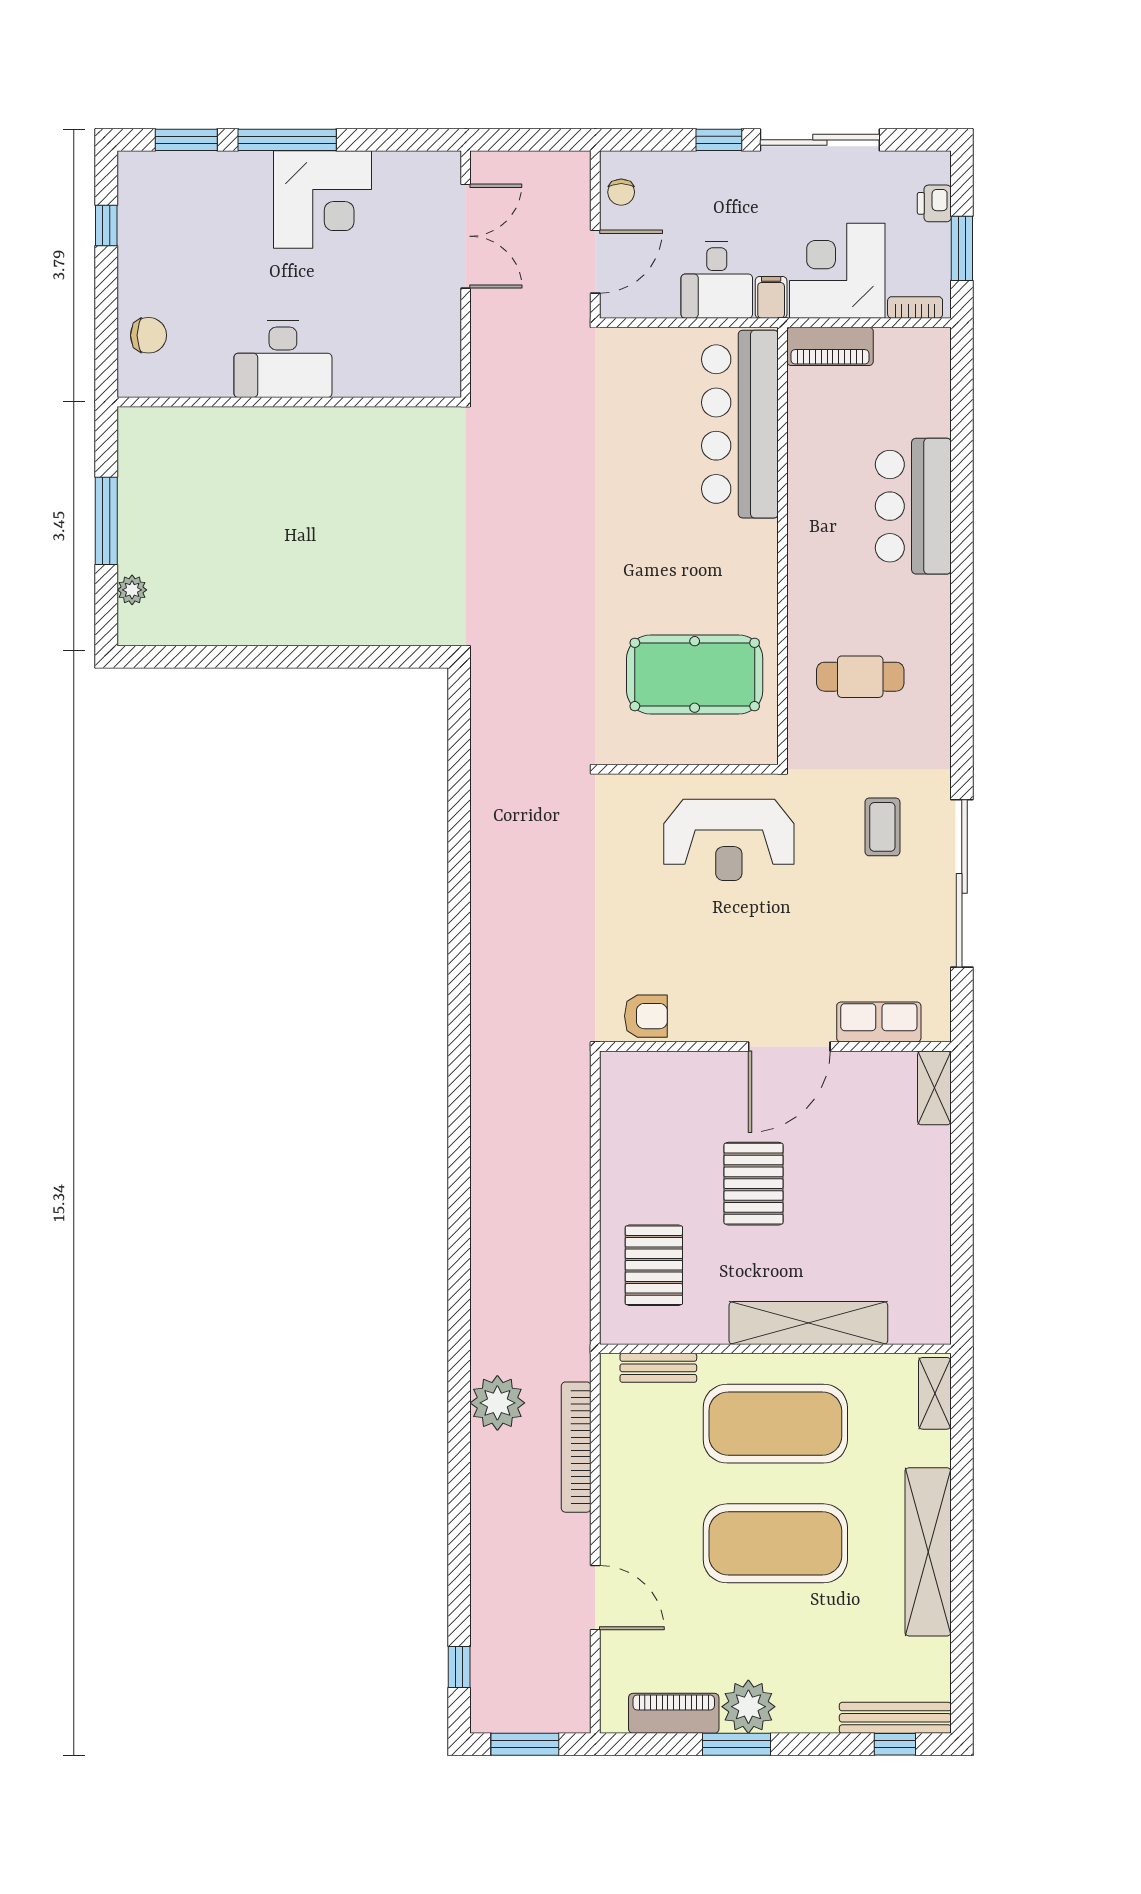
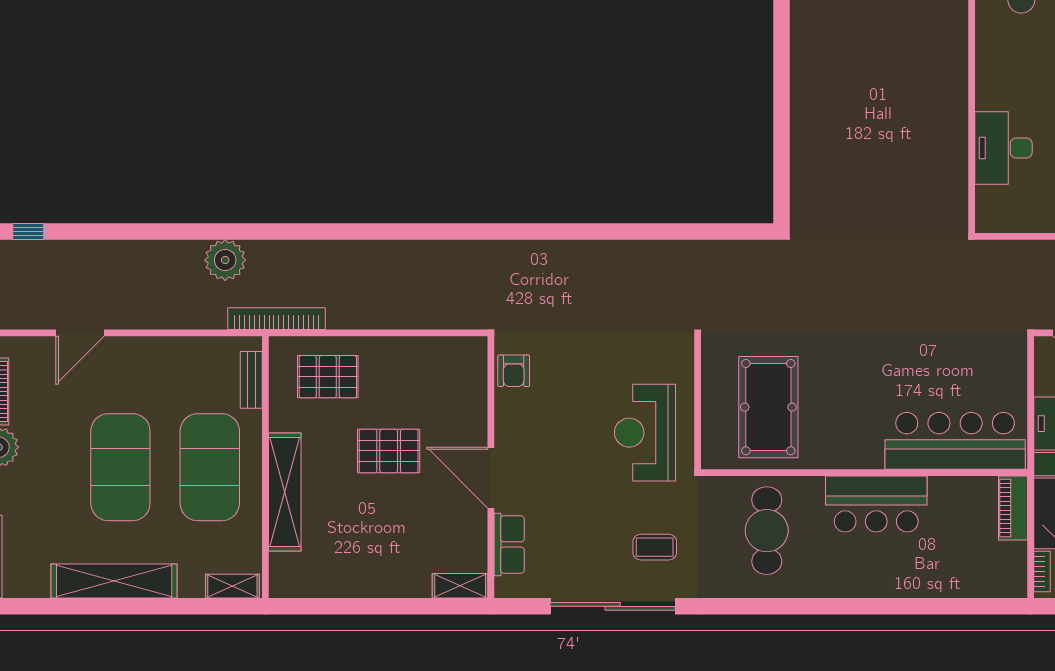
desk: (283, 359) -> (1003, 148), moved
bar counter: (913, 506) -> (876, 504), moved, turned 180
cafe table: (860, 677) -> (767, 531), width x1.37, depth x1.35
bookcase: (576, 1447) -> (276, 319), moved

